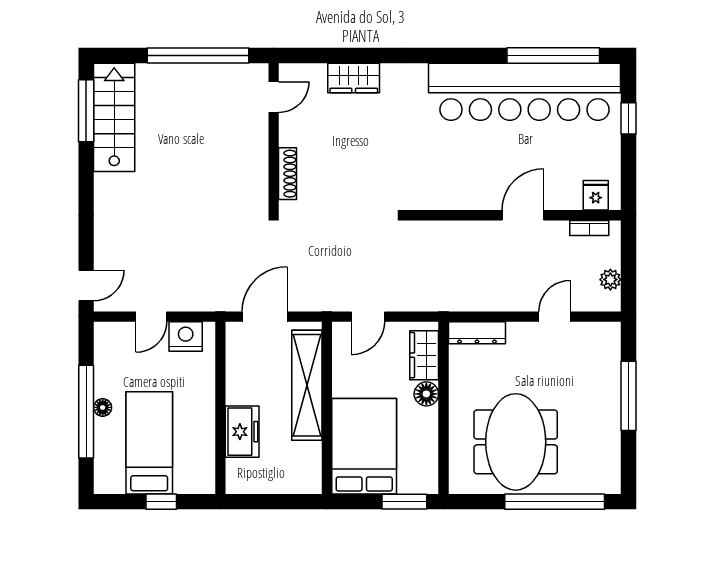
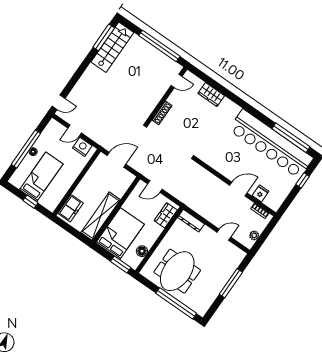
fridge: (596, 195) -> (260, 193), moved
shelving: (307, 385) -> (101, 216), moved
floor lamp: (426, 394) -> (142, 251), moved
freezer: (242, 432) -> (71, 208), moved

